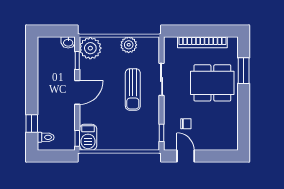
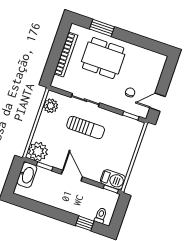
washbasin: (68, 42) -> (27, 175), width x1.91, depth x1.45
plant: (129, 45) -> (51, 106), moved
dining table: (212, 83) -> (103, 58), turned 90

